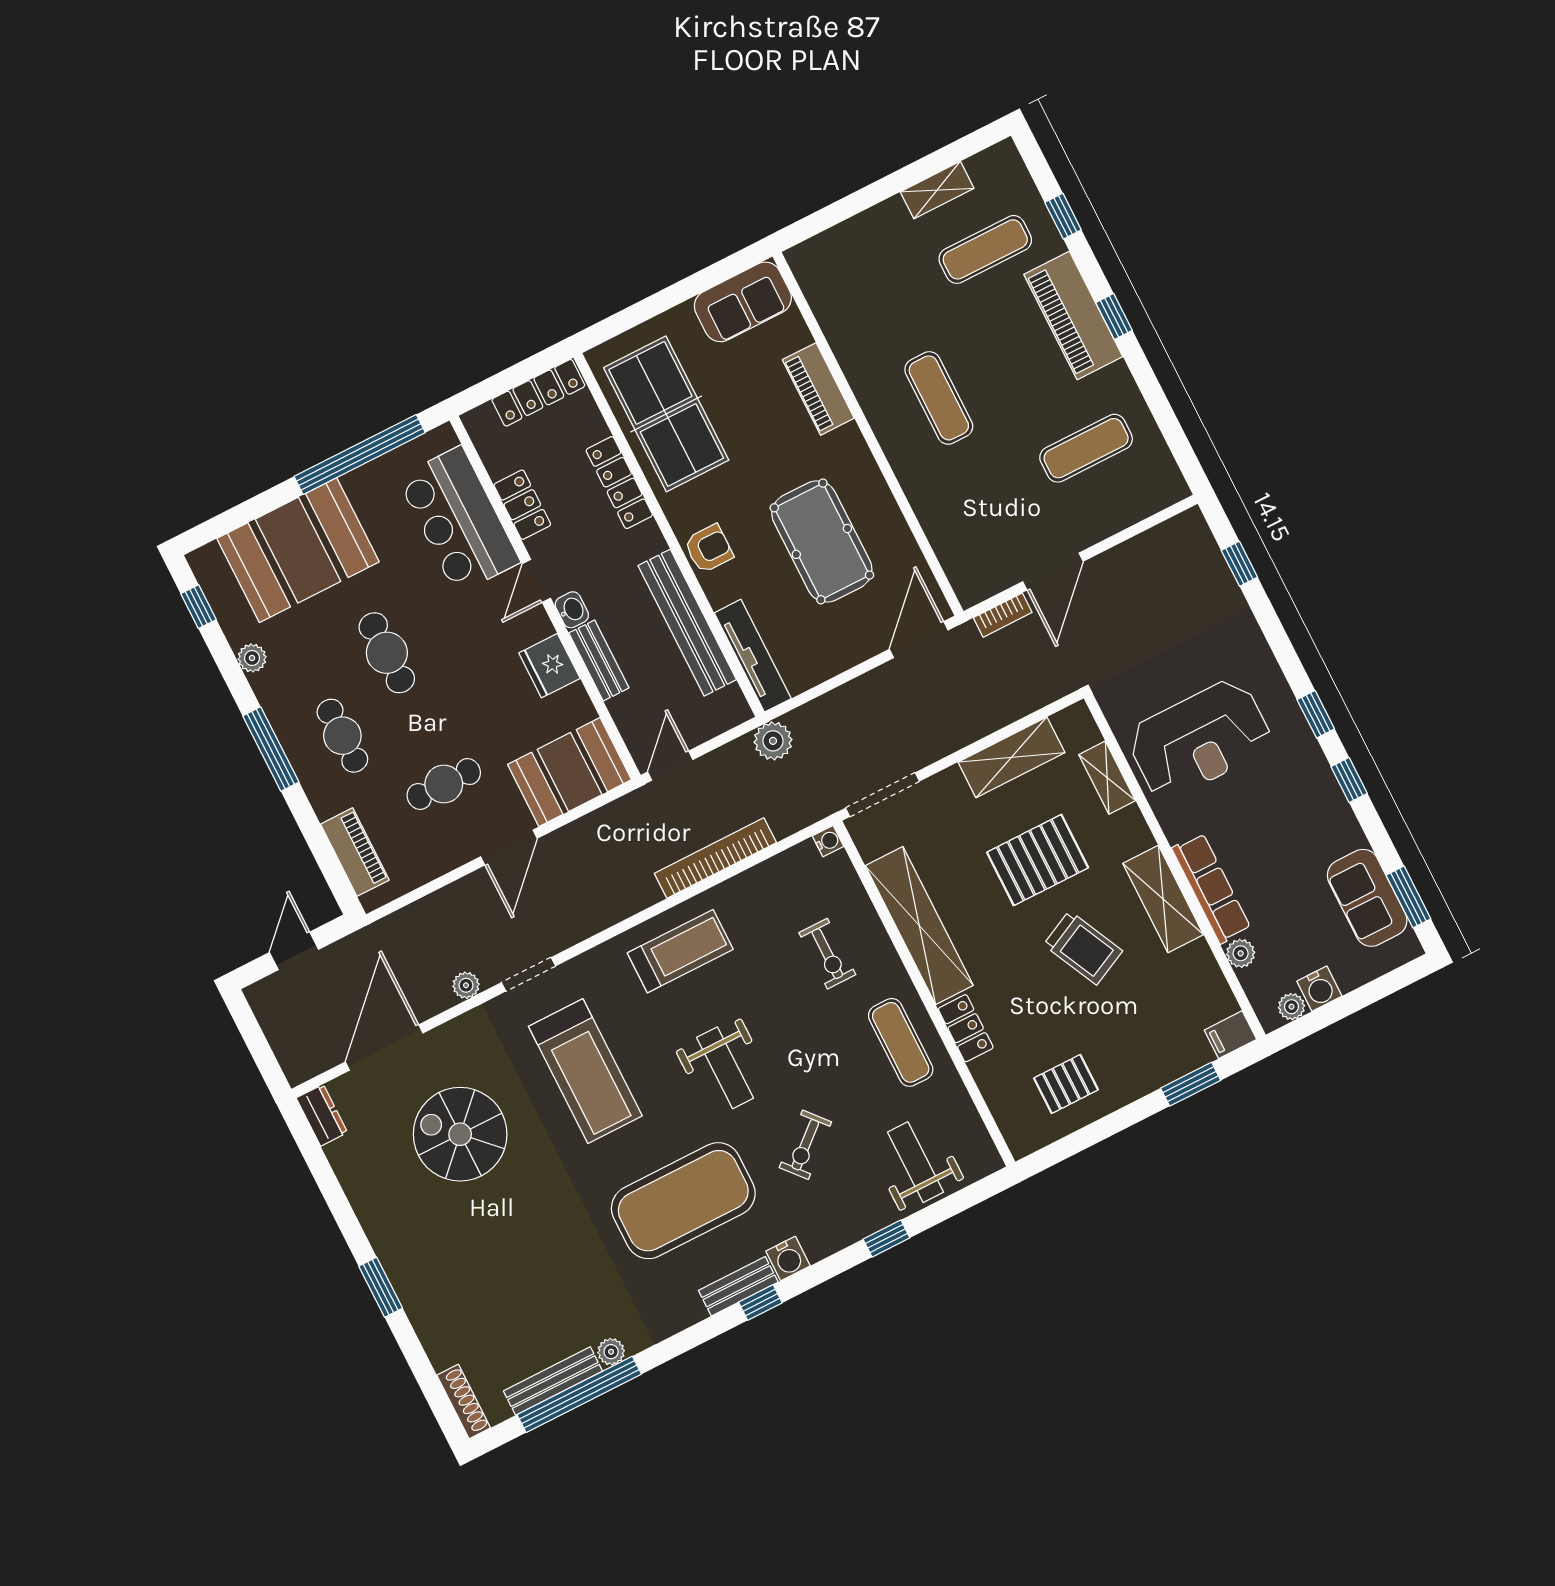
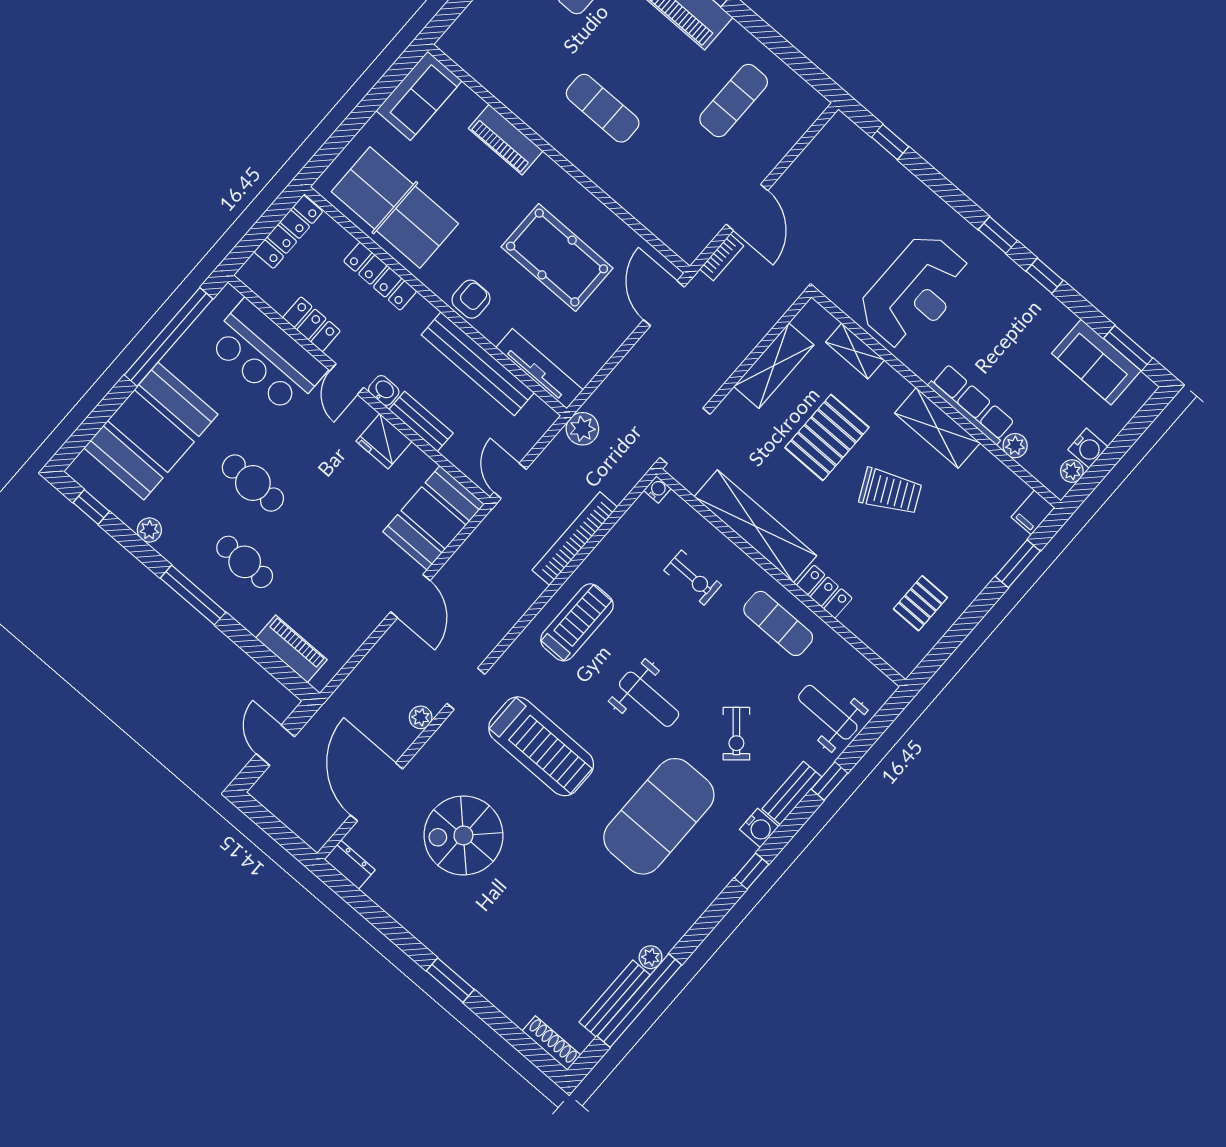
cafe table: (444, 784) -> (339, 567), removed
bench: (738, 1286) -> (792, 793), moved

